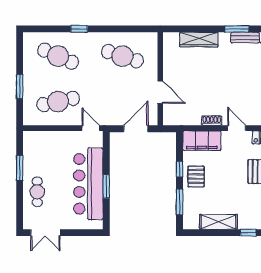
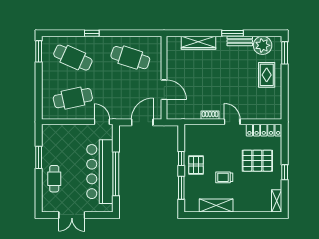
window: (20, 87) -> (39, 51), moved
filing cabinet: (202, 141) -> (201, 133), removed
window: (106, 186) -> (116, 174), width x2.11
trolley: (228, 190) -> (224, 177), added
double door: (45, 233) -> (72, 215), moved
window: (248, 233) -> (243, 215), removed

